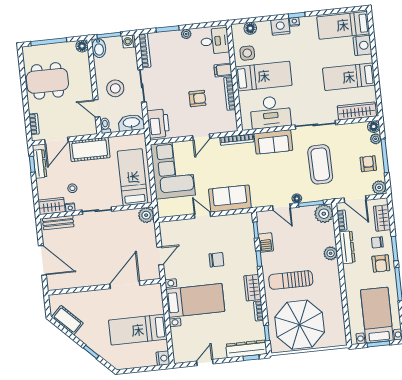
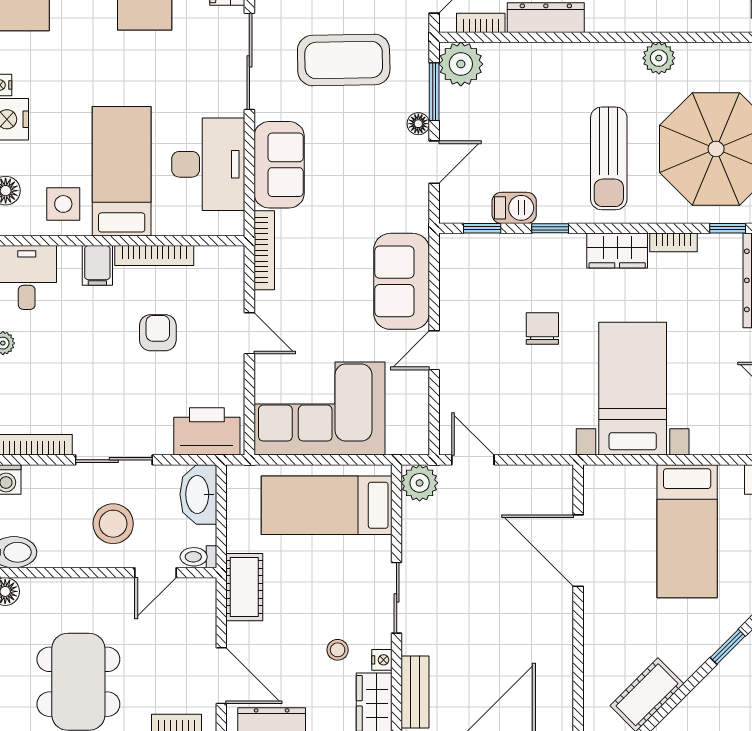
cot: (90, 149) -> (244, 587), width x0.73, depth x0.75
plant: (331, 253) -> (659, 58), moved
door: (160, 256) -> (473, 460), moved

